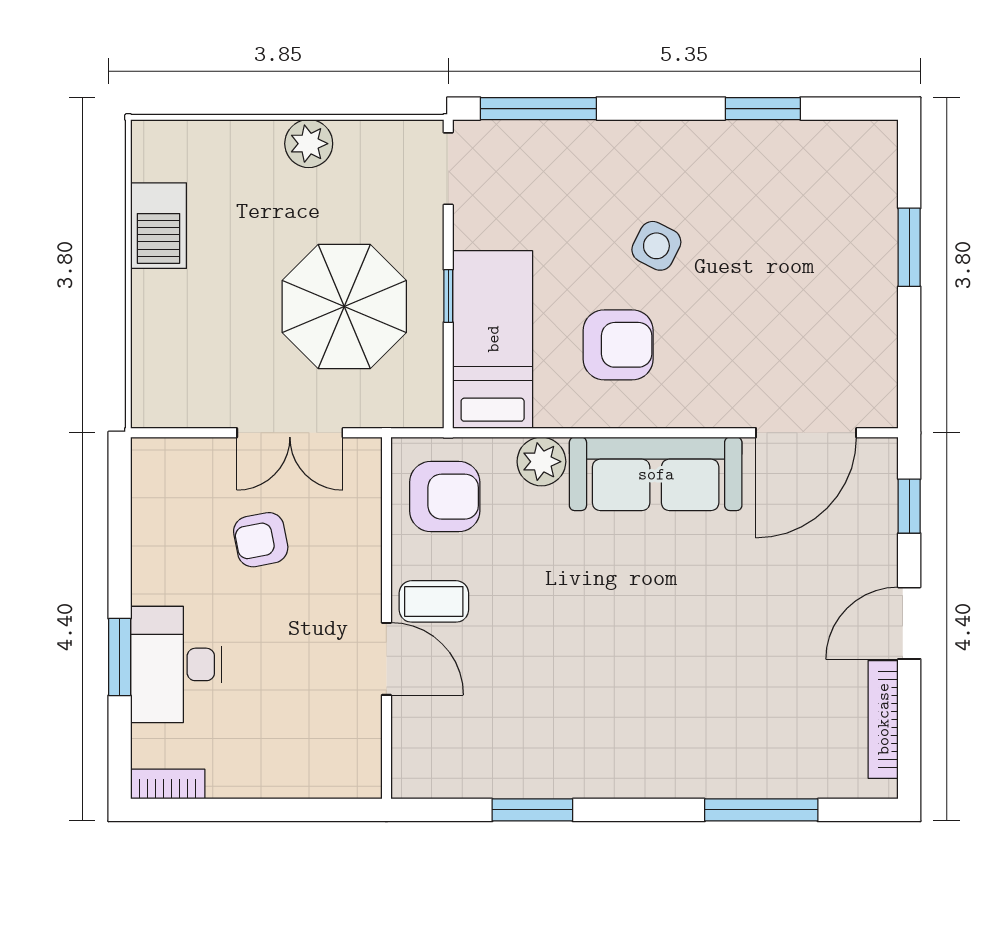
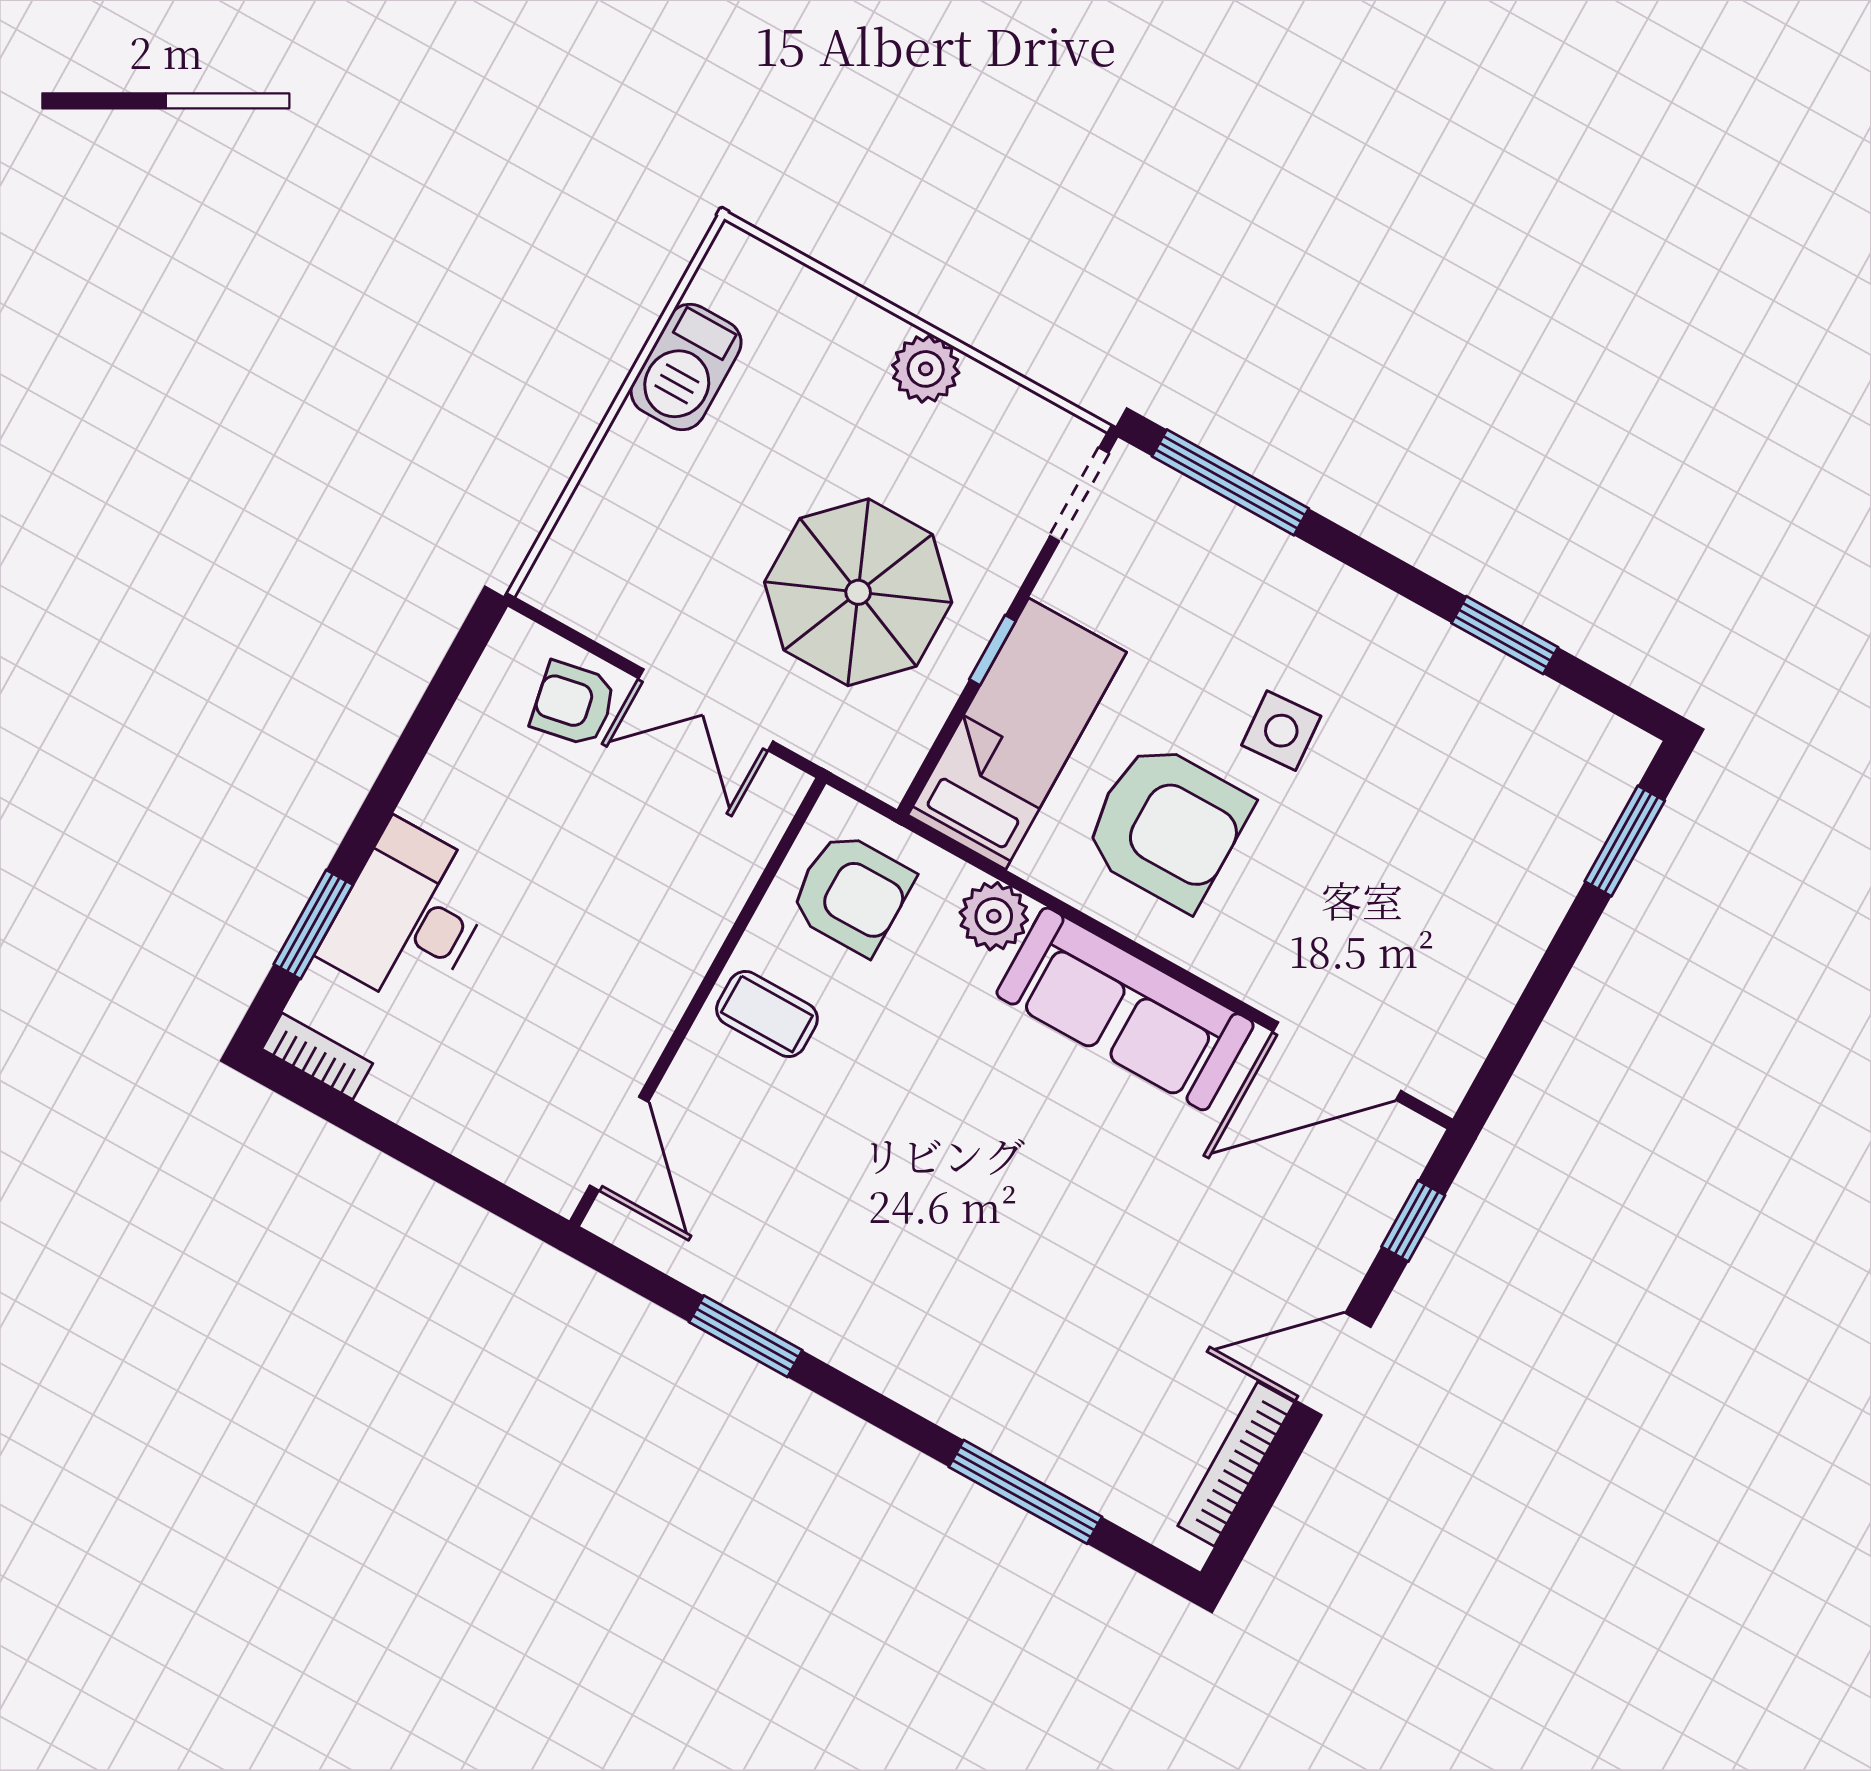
side table: (656, 246) -> (1281, 731), turned -31
window: (909, 247) -> (1625, 841), moved
armchair: (618, 345) -> (1167, 826), width x1.36, depth x1.36
armchair: (261, 540) -> (573, 704), moved
window: (120, 657) -> (313, 925), moved
door: (386, 659) -> (619, 1144), moved

